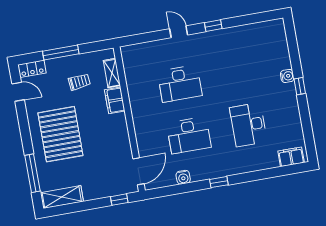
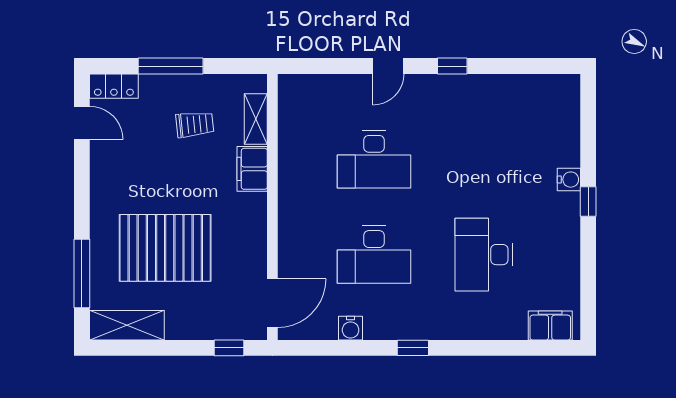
door: (179, 32) -> (388, 66), swing flipped
pallet: (60, 134) -> (165, 248), moved, turned 90

